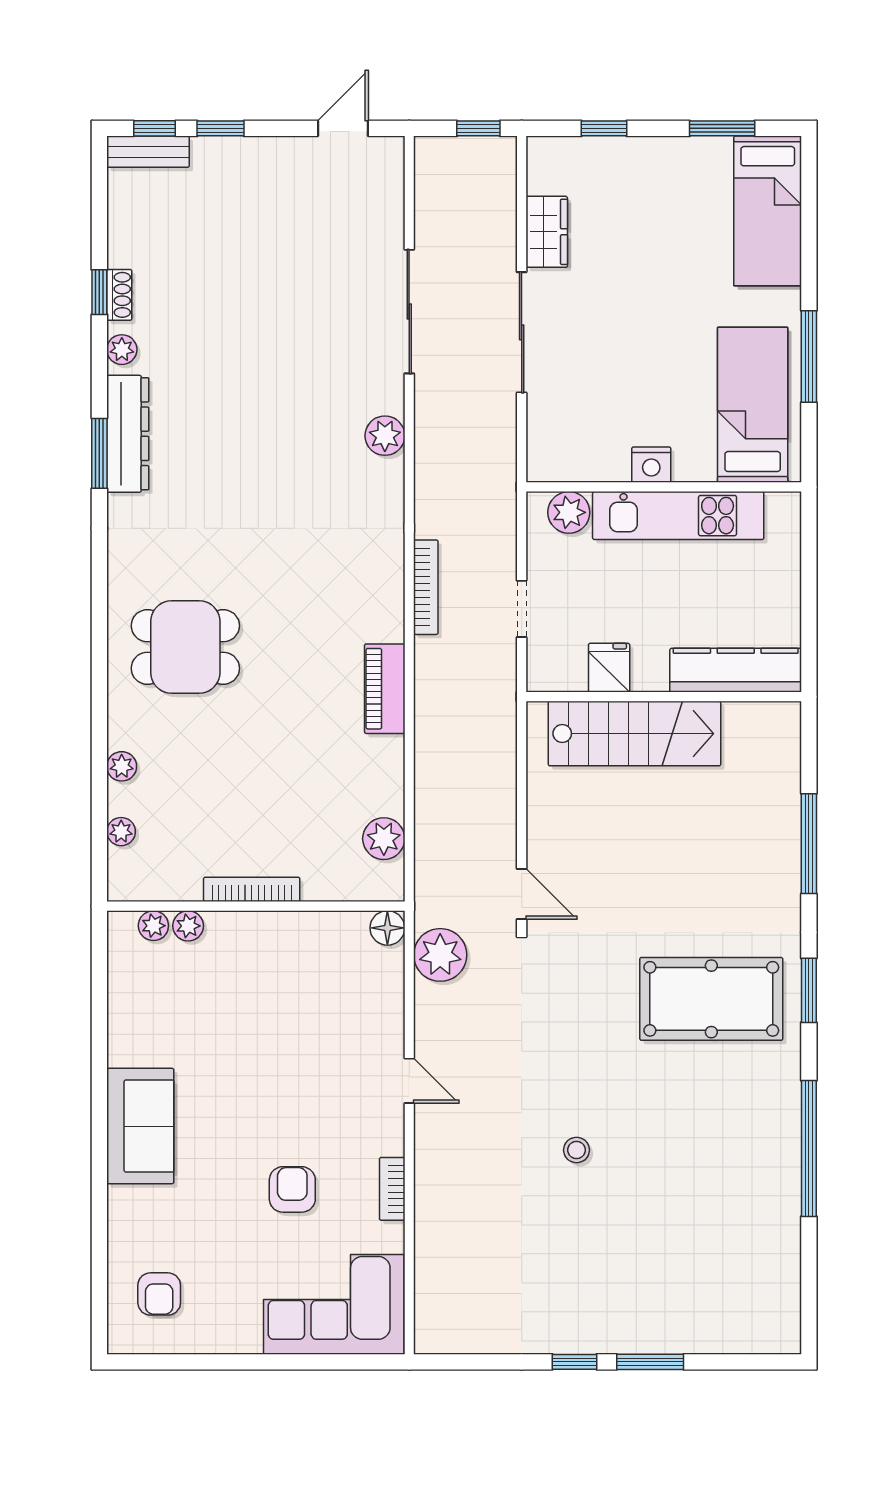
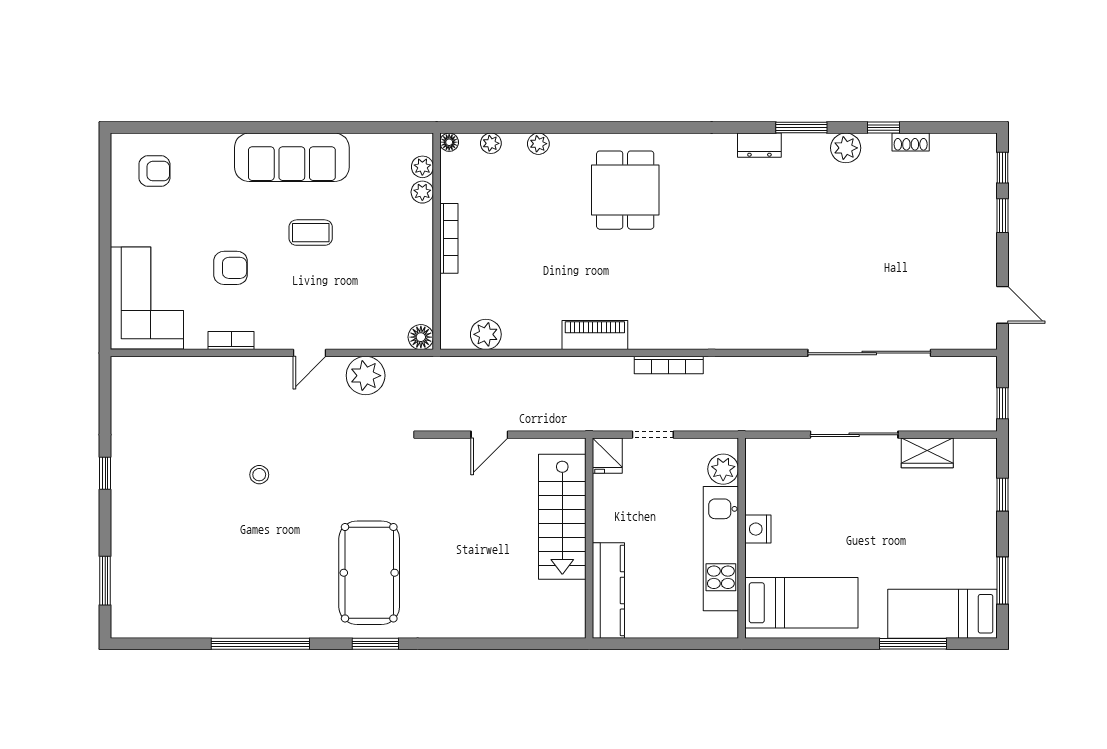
bench: (148, 152) -> (986, 163), removed
shoe rack: (119, 295) -> (911, 142), moved
sliding door: (409, 312) -> (869, 353), width x1.36
plant: (122, 350) -> (846, 148), width x1.38, depth x1.38
window: (809, 356) -> (913, 644), moved
dresser: (128, 434) -> (759, 145), width x0.51, depth x0.80
plant: (385, 436) -> (779, 335), removed
window: (99, 453) -> (801, 128), moved
fridge: (609, 668) -> (607, 456), moved, turned 90
window: (809, 844) -> (482, 644), removed
floor lamp: (120, 889) -> (449, 142), added
door: (522, 894) -> (489, 435), moved
plant: (440, 955) -> (366, 376), moved
coffee table: (244, 1079) -> (311, 233), added
sofa: (140, 1126) -> (292, 157), width x1.36
armchair: (159, 1294) -> (154, 171), turned 180
window: (650, 1362) -> (105, 581), moved

